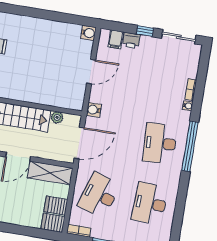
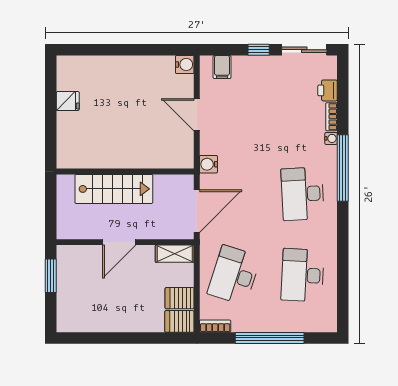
printer: (131, 40) -> (328, 90), moved, turned 90
door: (91, 72) -> (197, 115), swing flipped
plant: (57, 117) -> (162, 182), removed
window: (190, 146) -> (343, 168), moved
shelving: (50, 173) -> (175, 254), width x0.67, depth x0.75

